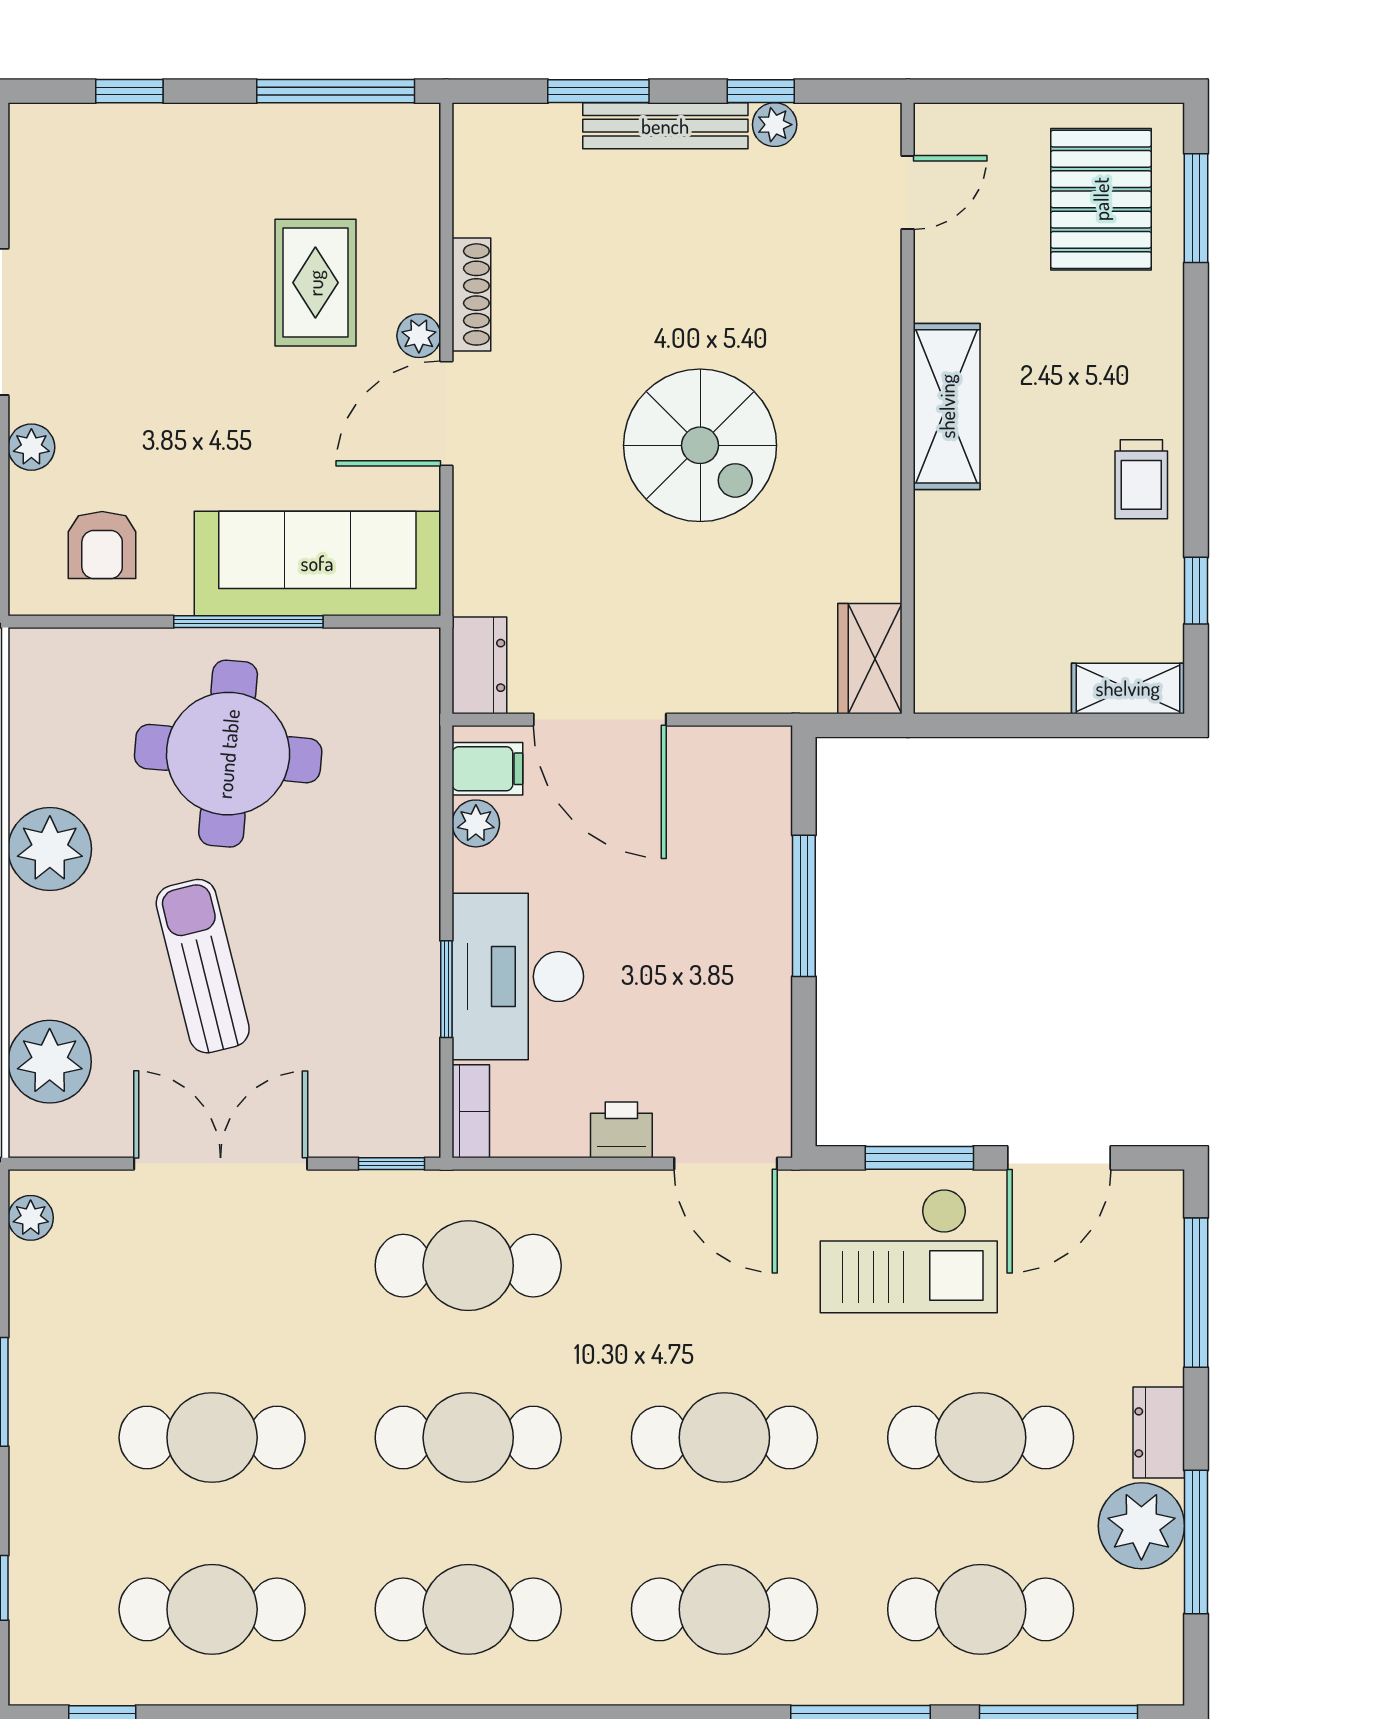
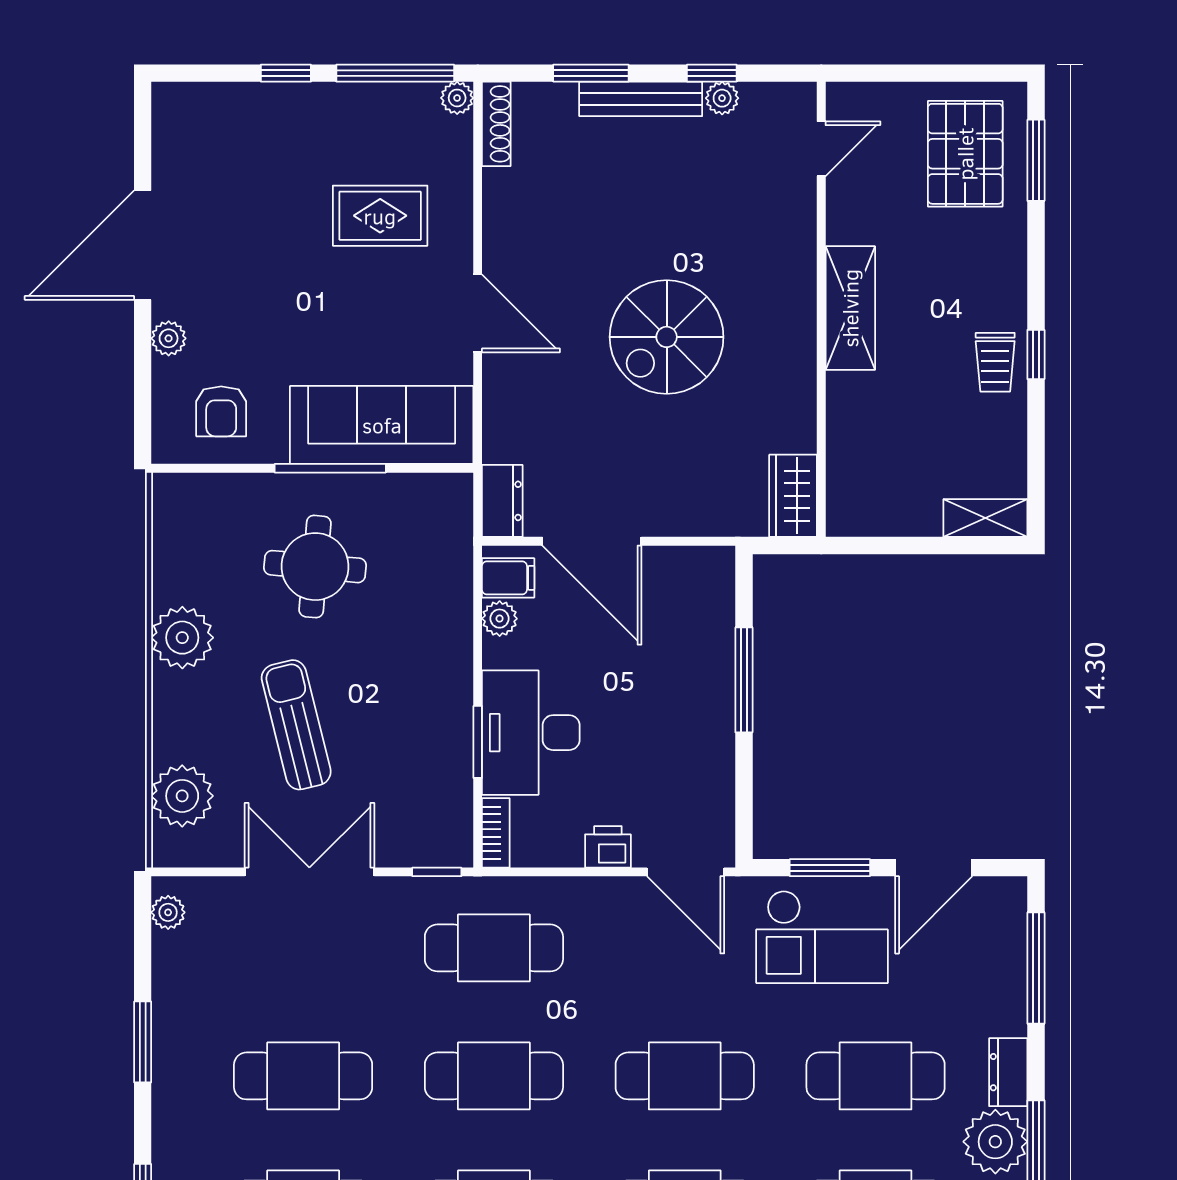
window: (129, 91) -> (286, 73), moved
rug: (315, 283) -> (380, 216), turned 90
shoe rack: (471, 294) -> (496, 124), moved
plant: (419, 336) -> (457, 98), moved
door: (446, 414) -> (478, 313), swing flipped
spiral stairs: (700, 445) -> (667, 337), turned 90
window: (1196, 591) -> (1036, 354), moved
round table: (228, 754) -> (315, 567), width x0.73, depth x0.73

